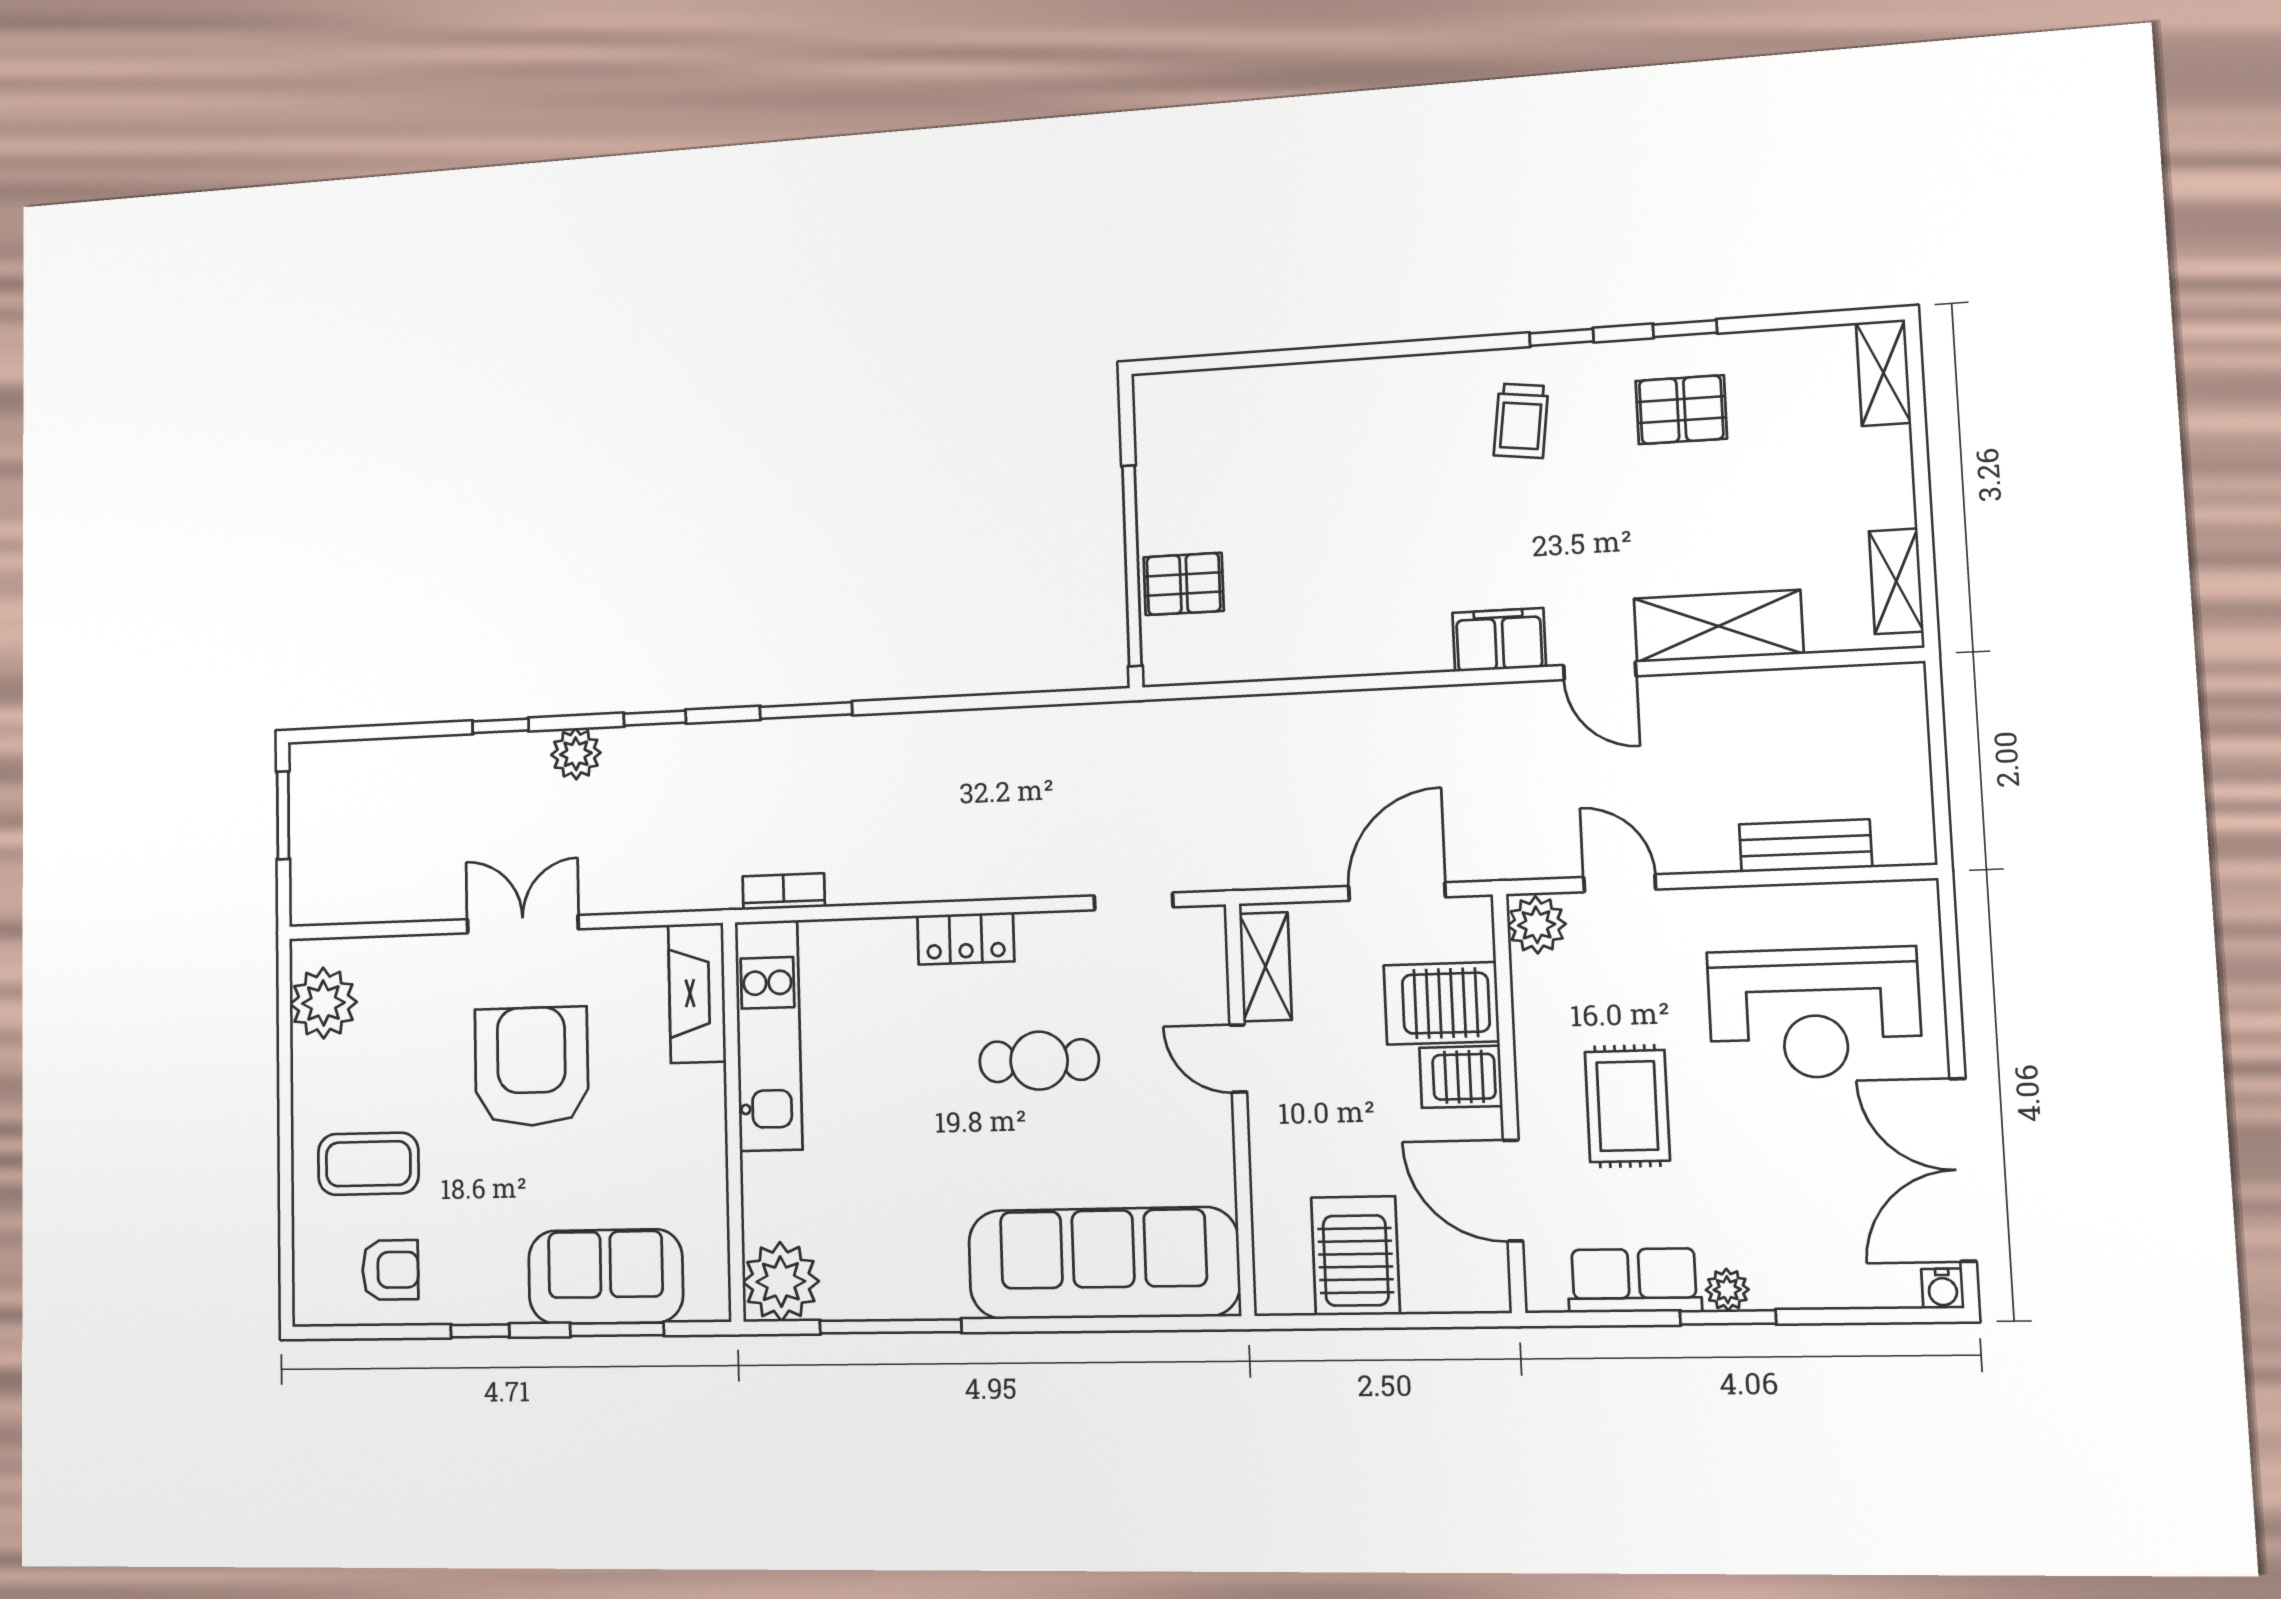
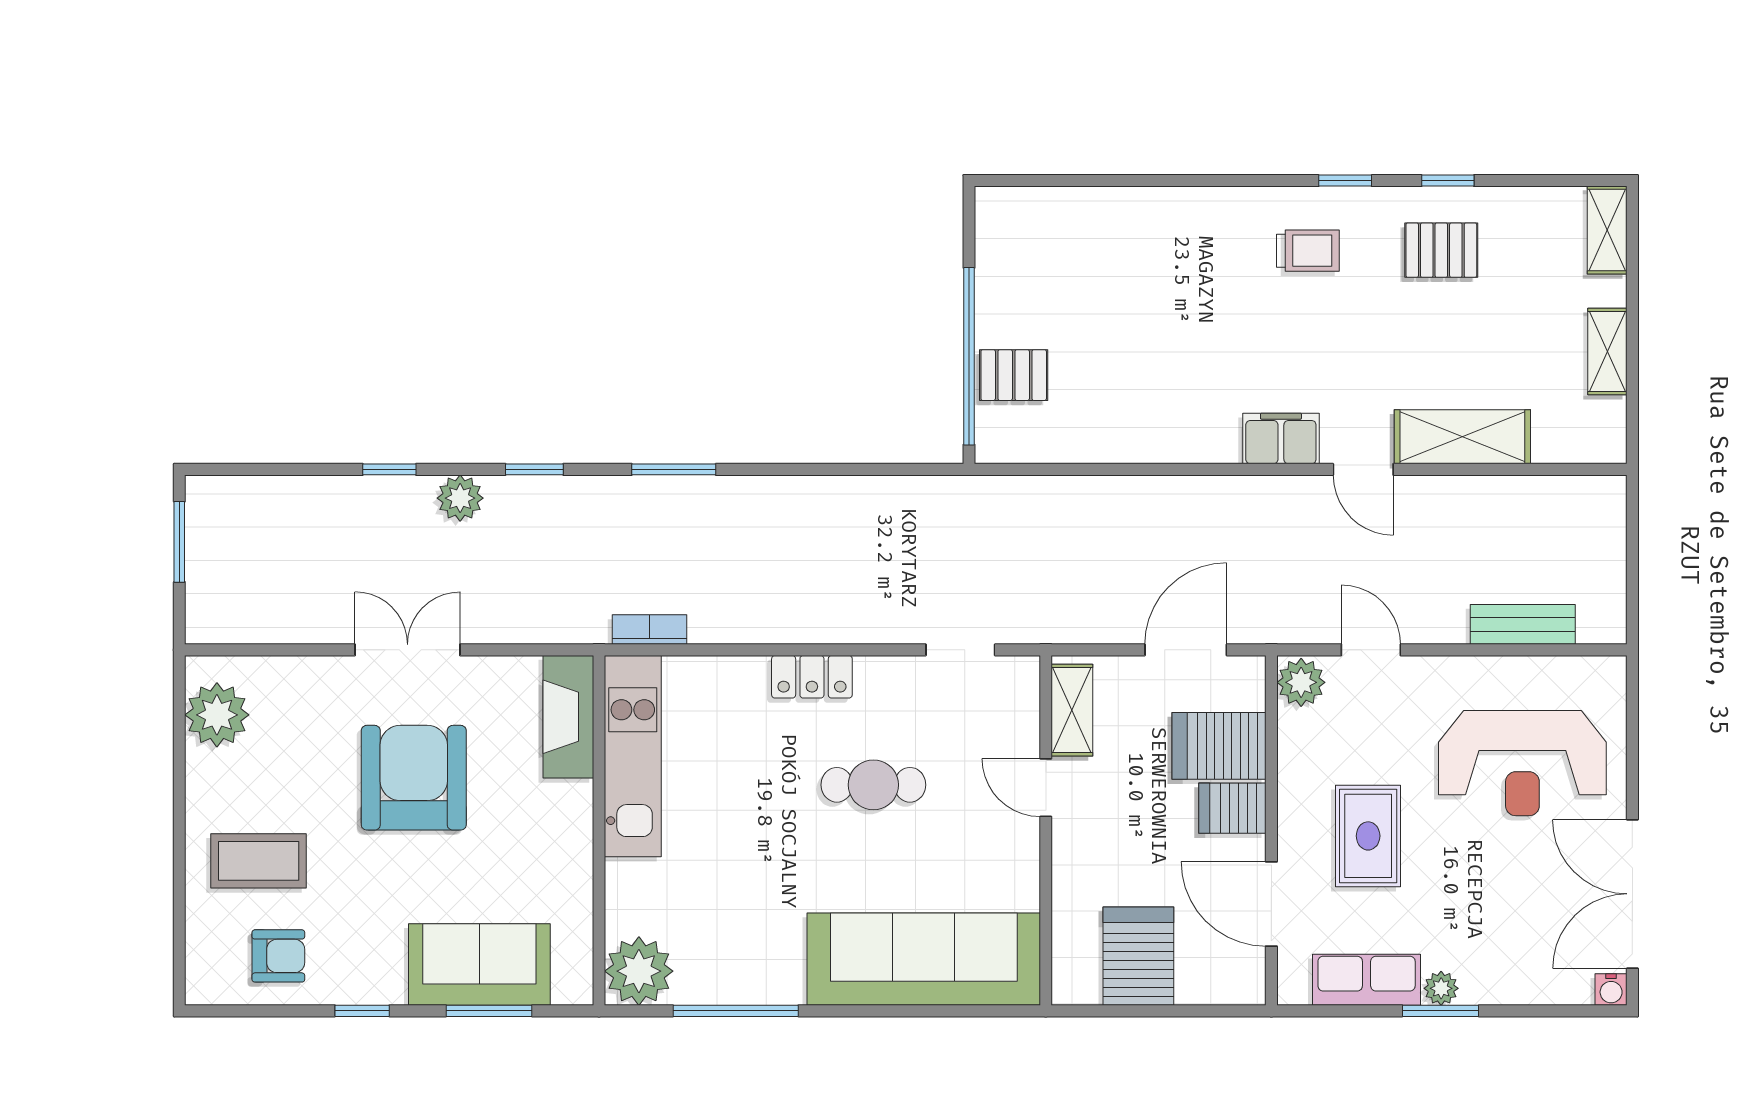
trolley: (1521, 421) -> (1308, 251), turned -97
shelving: (1896, 581) -> (1607, 351), moved

